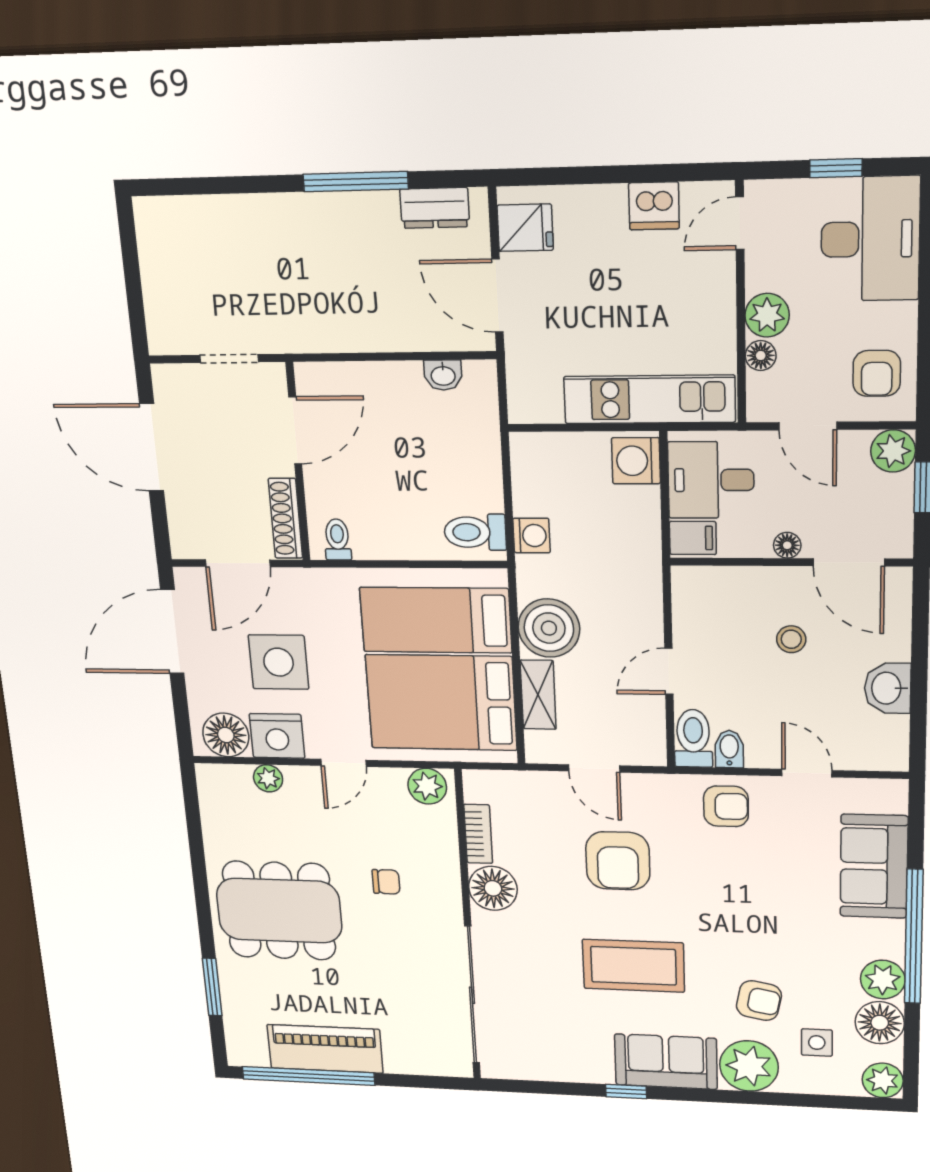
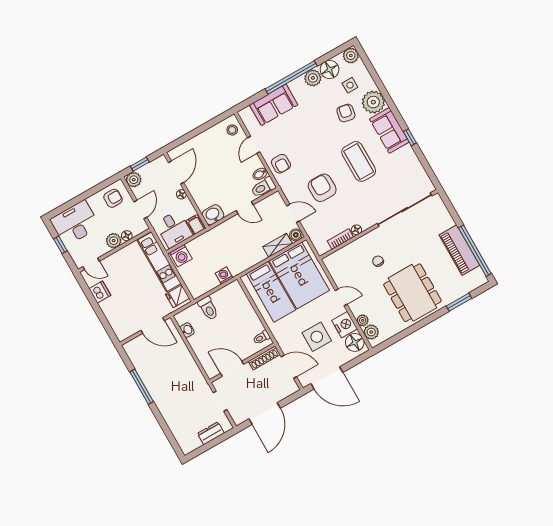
dresser: (435, 208) -> (211, 433), moved, turned -90
fridge: (525, 228) -> (178, 296), moved, turned -90
door: (497, 296) -> (153, 326), hinge flipped
toilet: (475, 532) -> (208, 308), moved
boiler: (549, 628) -> (296, 235), moved, width x0.54, depth x0.54
stool: (791, 639) -> (232, 130), moved
washbasin: (888, 688) -> (213, 215), moved, turned 180
door: (594, 768) -> (293, 213), hinge flipped
plant: (427, 786) -> (371, 332), moved
armchair: (726, 806) -> (281, 164), turned 180
armchair: (618, 861) -> (322, 188), turned -90
floor lamp: (493, 888) -> (356, 230), width x0.53, depth x0.53

